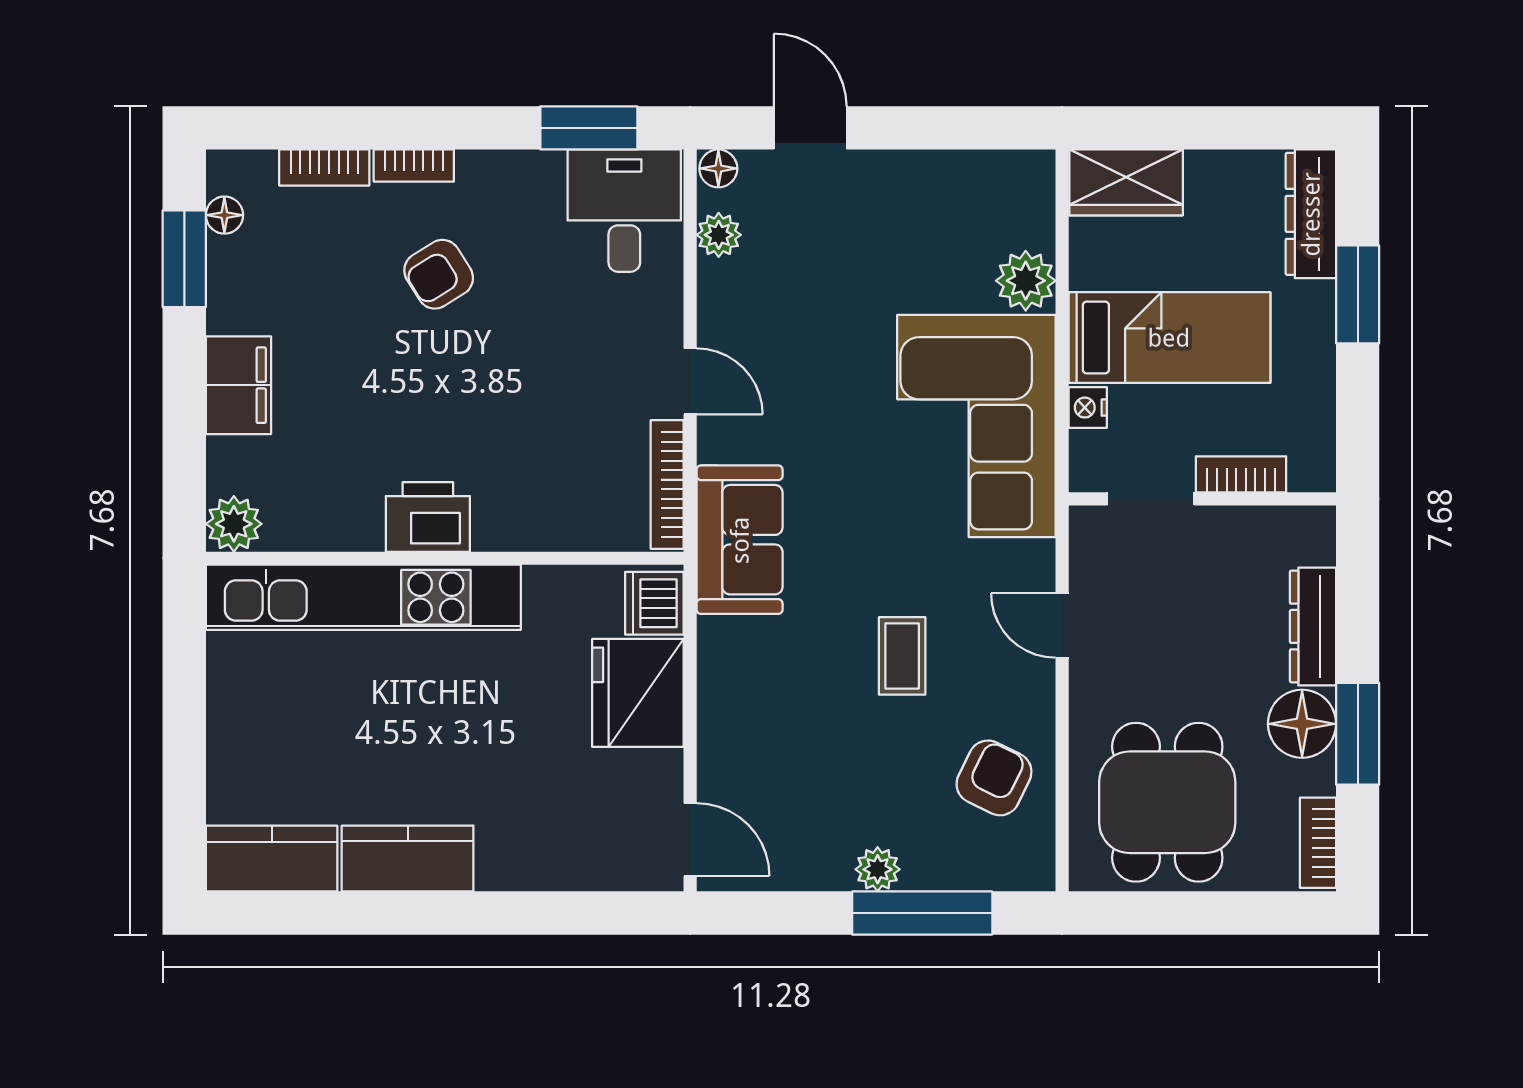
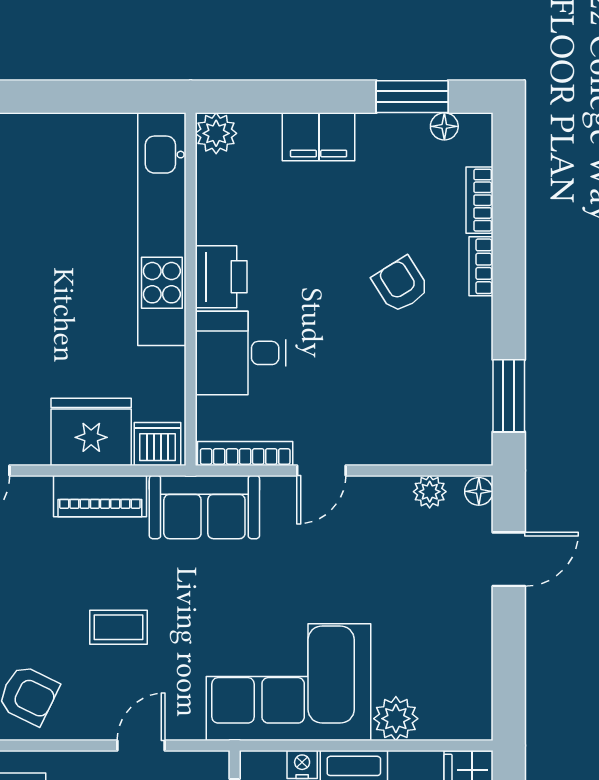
desk: (624, 211) -> (241, 353), moved, turned 180
piano: (725, 681) -> (100, 496), added

